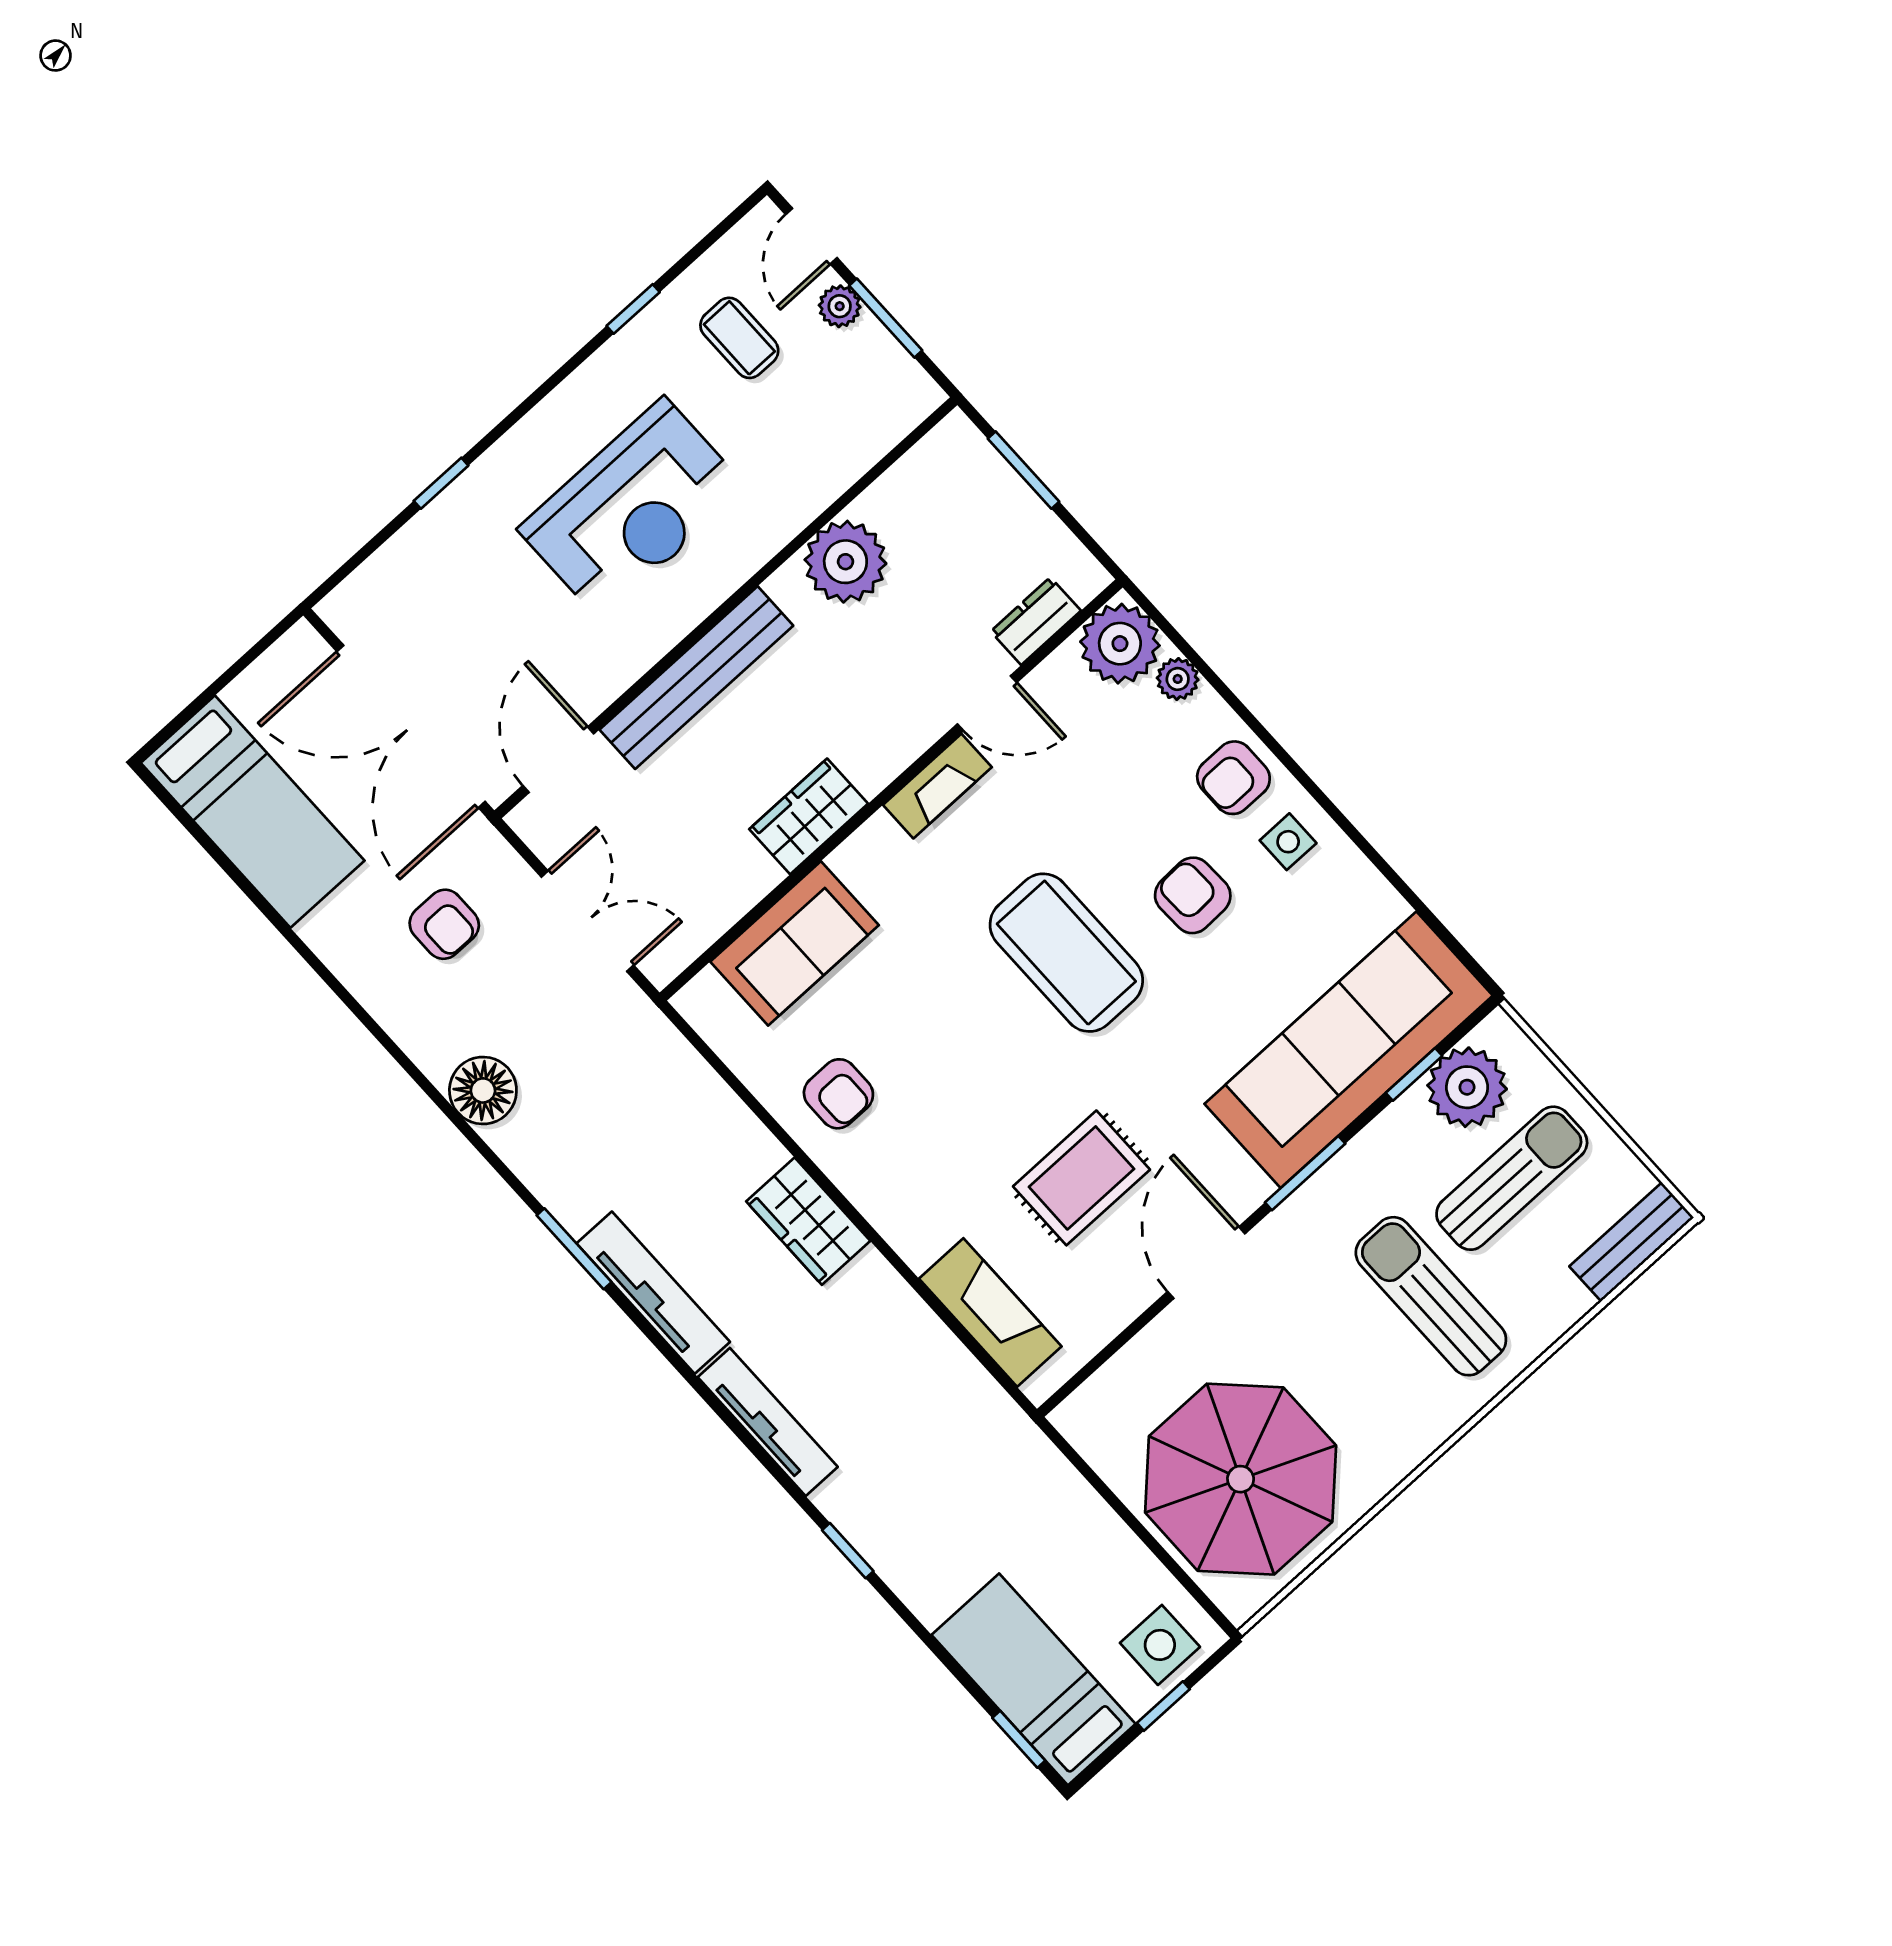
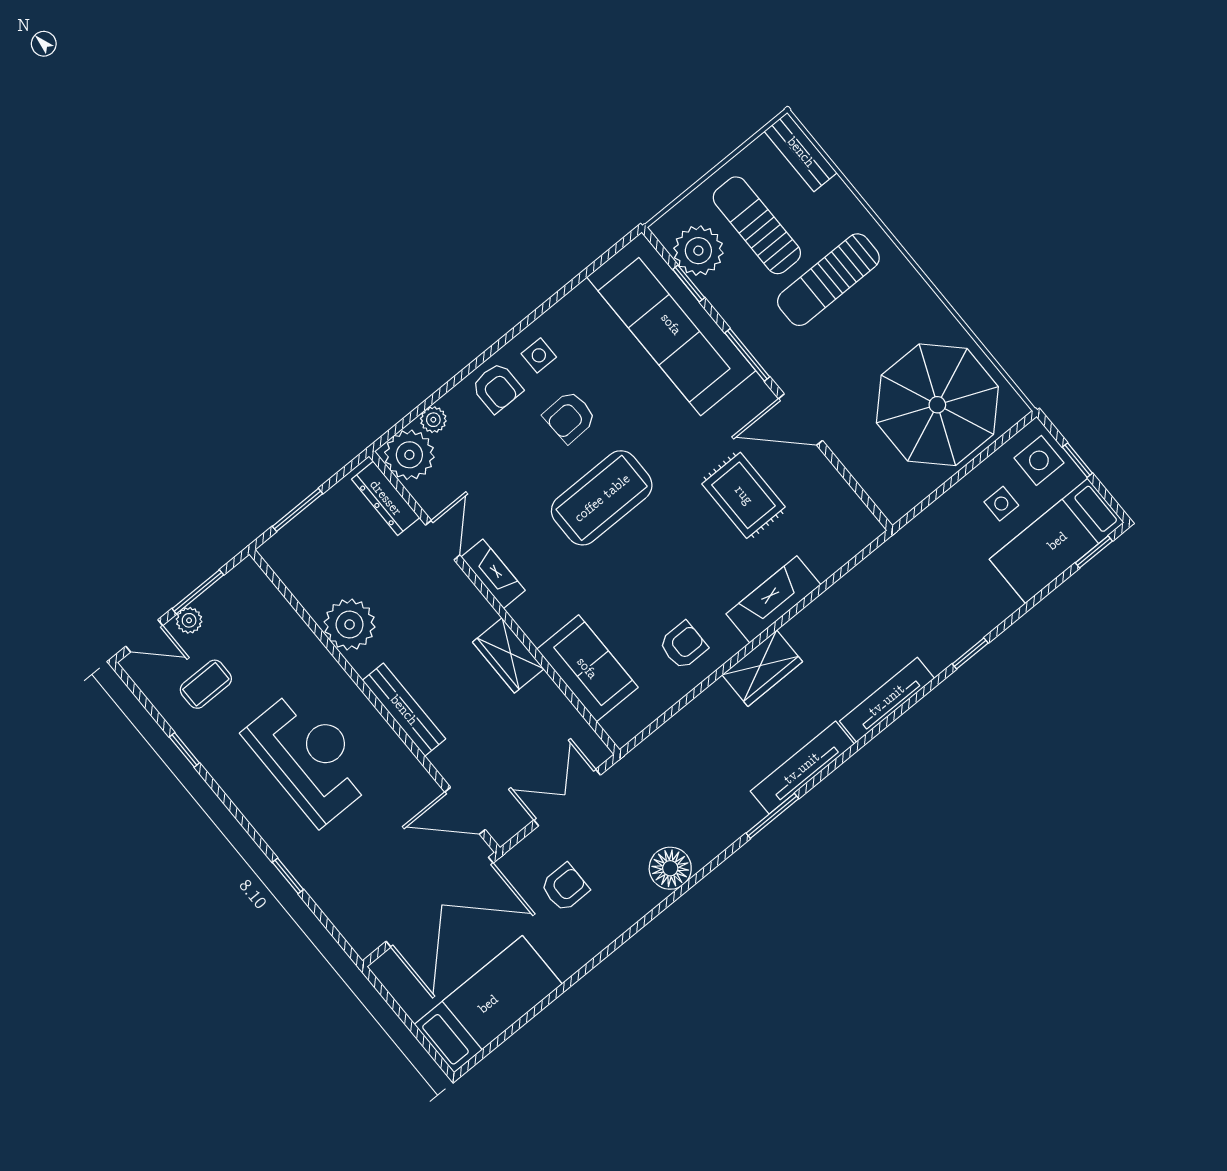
dresser: (1036, 621) -> (386, 498), width x1.44
bench: (696, 678) -> (404, 710), width x0.73, depth x0.82
fireplace: (990, 1313) -> (773, 599), moved
side table: (1088, 1588) -> (1001, 504), added

